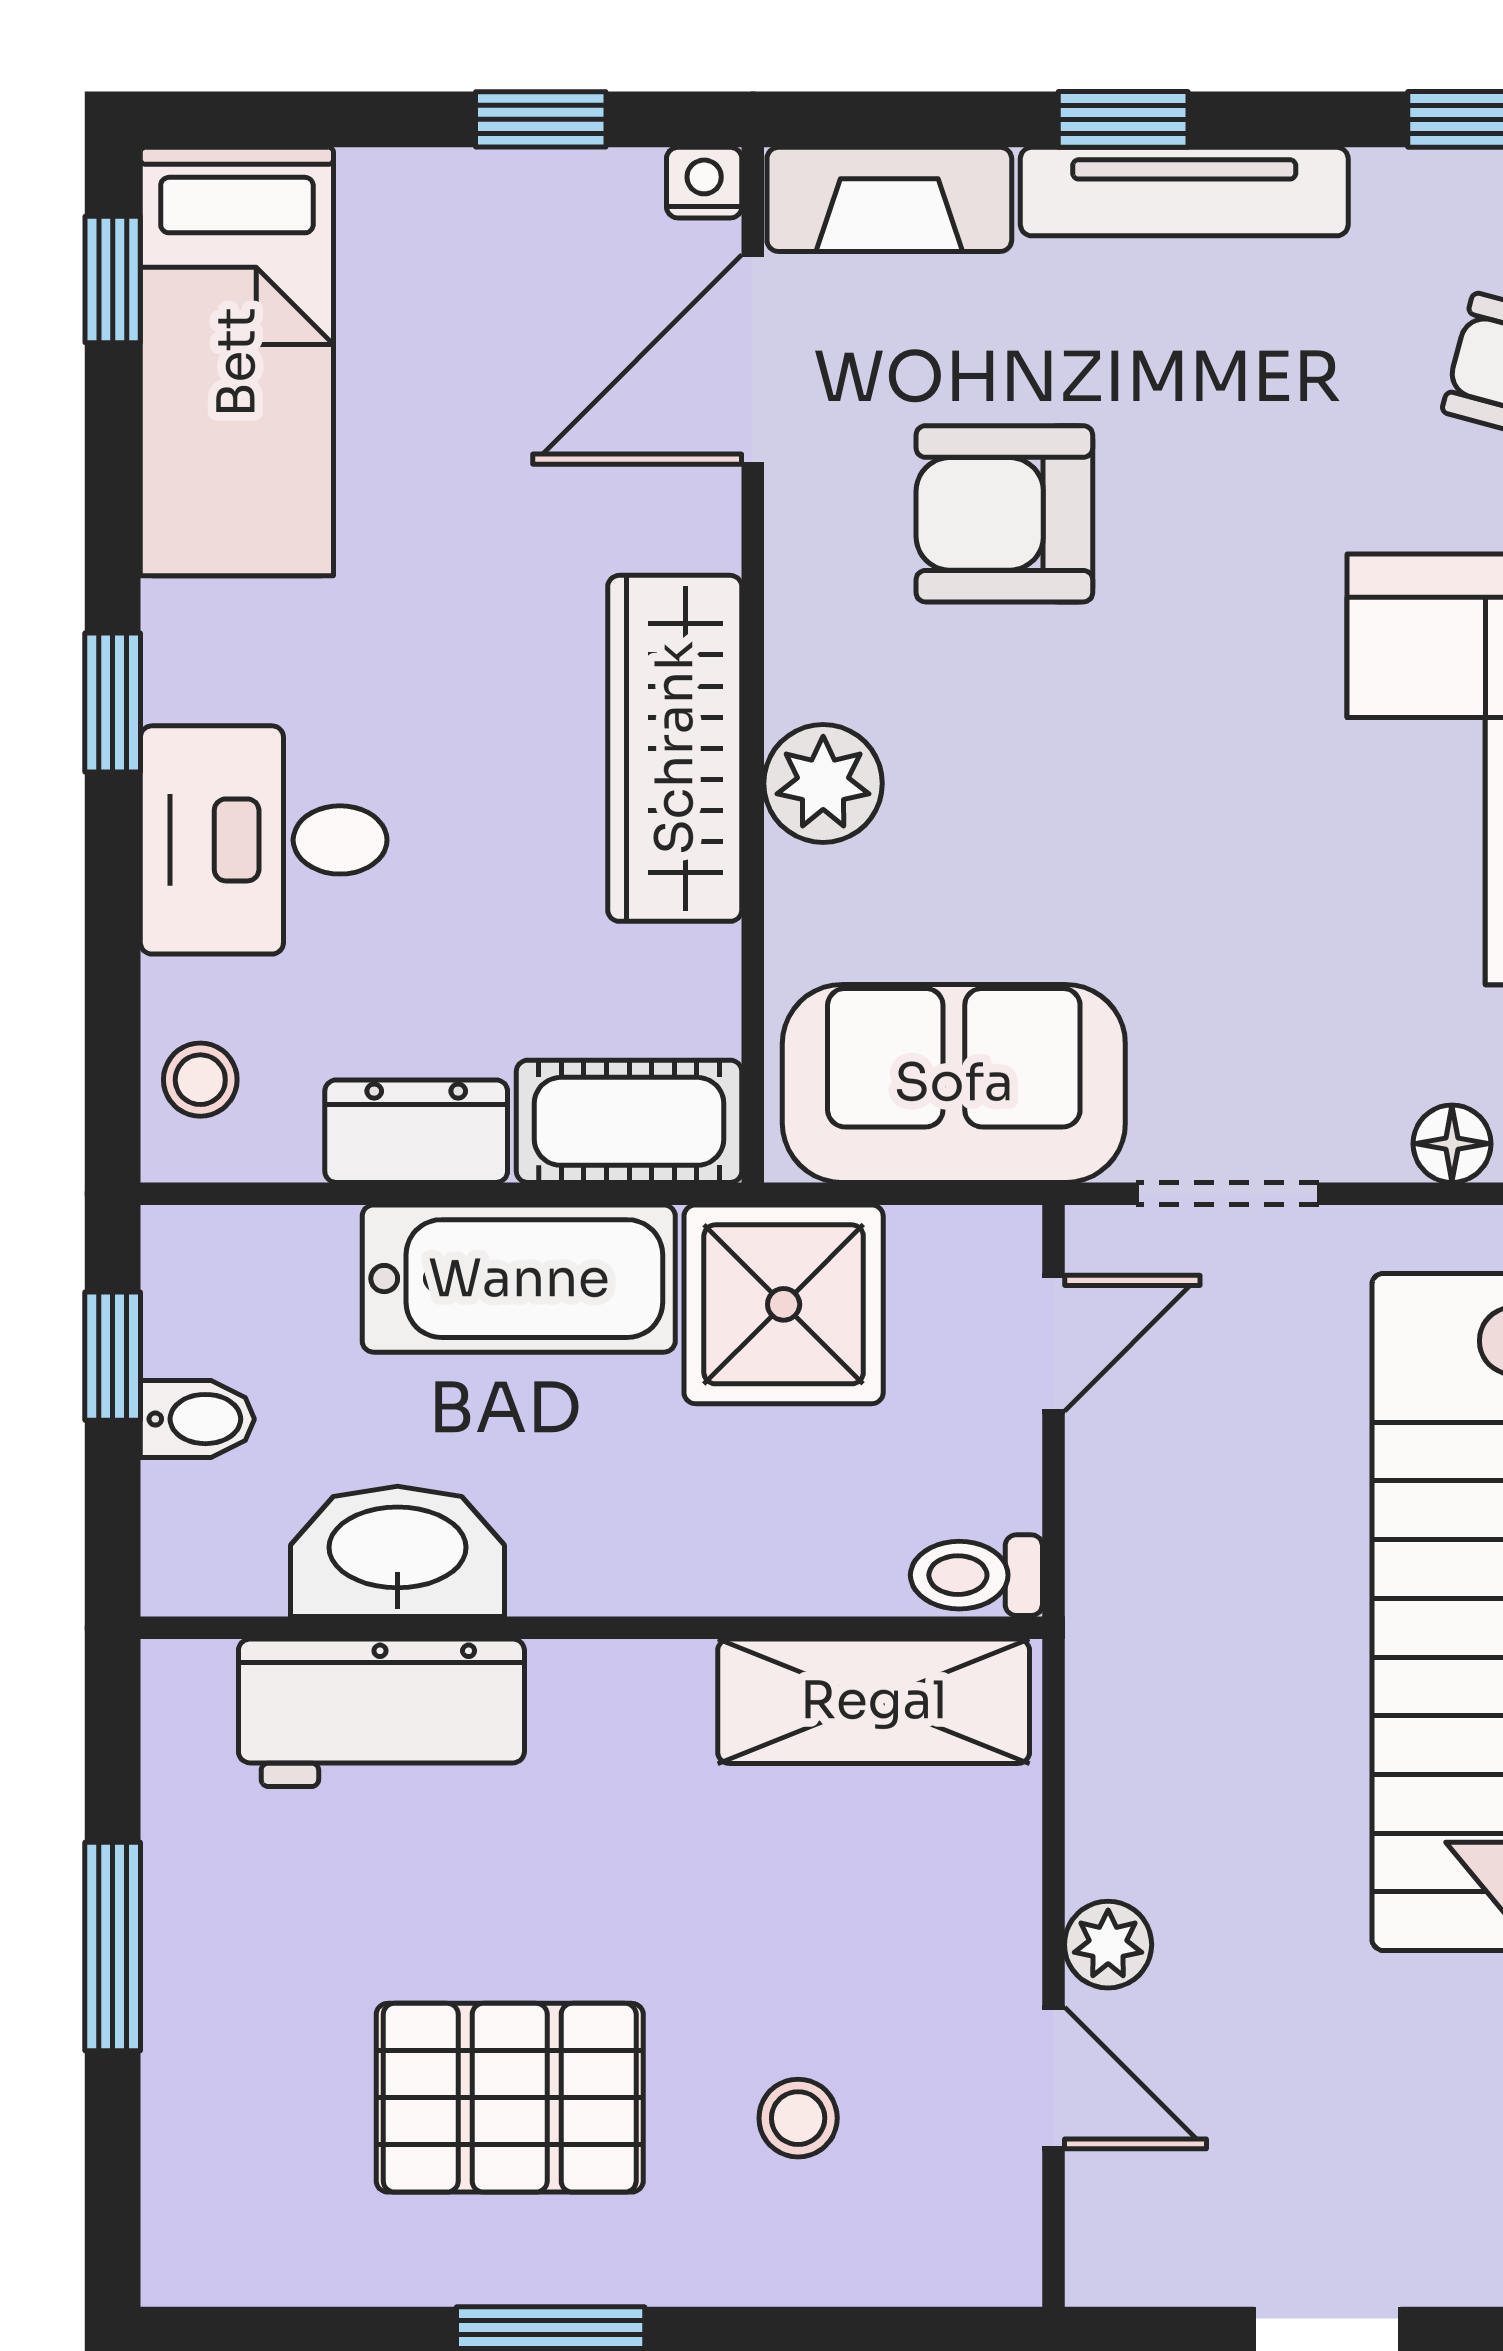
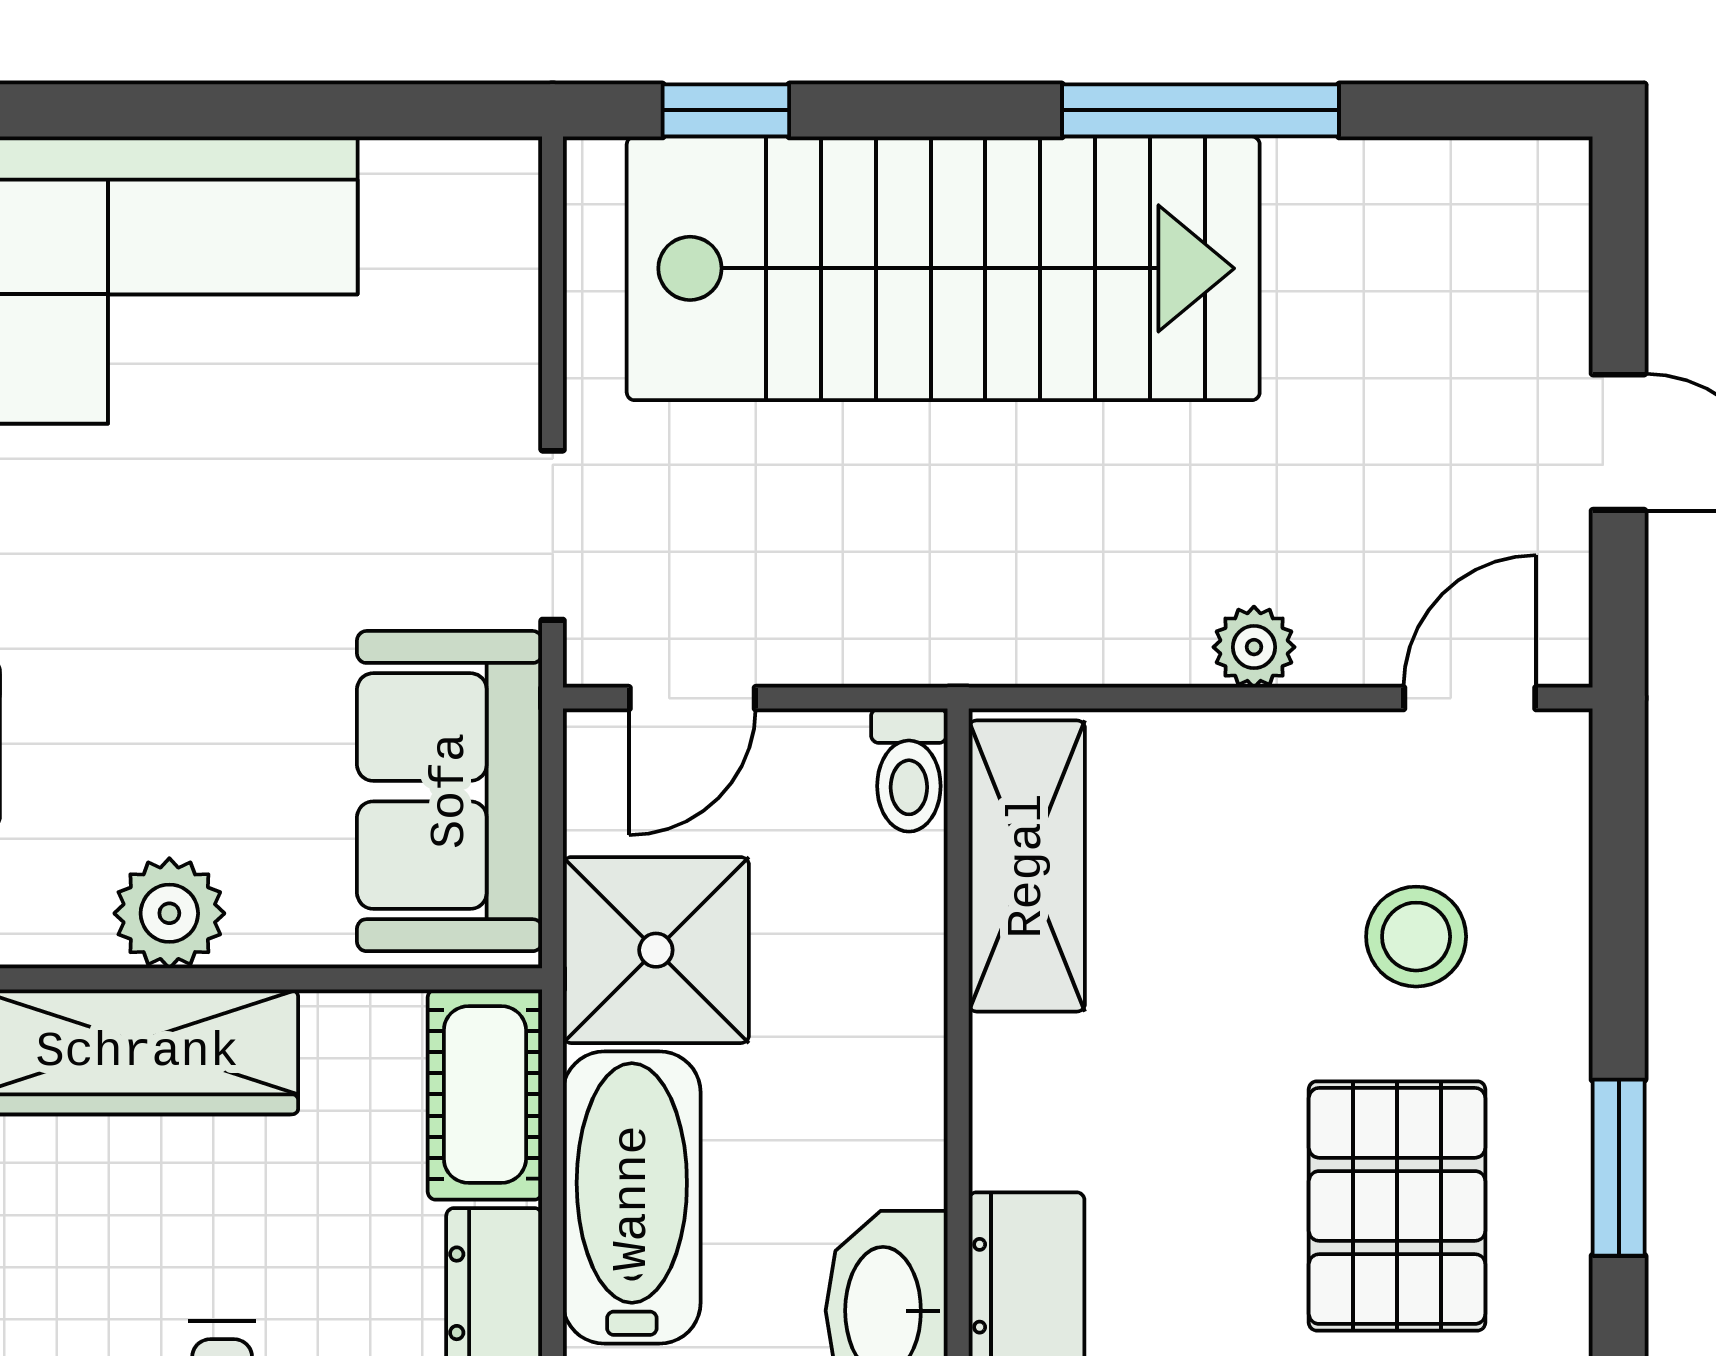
floor lamp: (1452, 1144) -> (506, 326), removed
door: (1053, 1343) -> (692, 698), swing flipped
door: (1053, 2078) -> (1470, 698), moved
stool: (798, 2118) -> (1416, 937), width x1.37, depth x1.37

